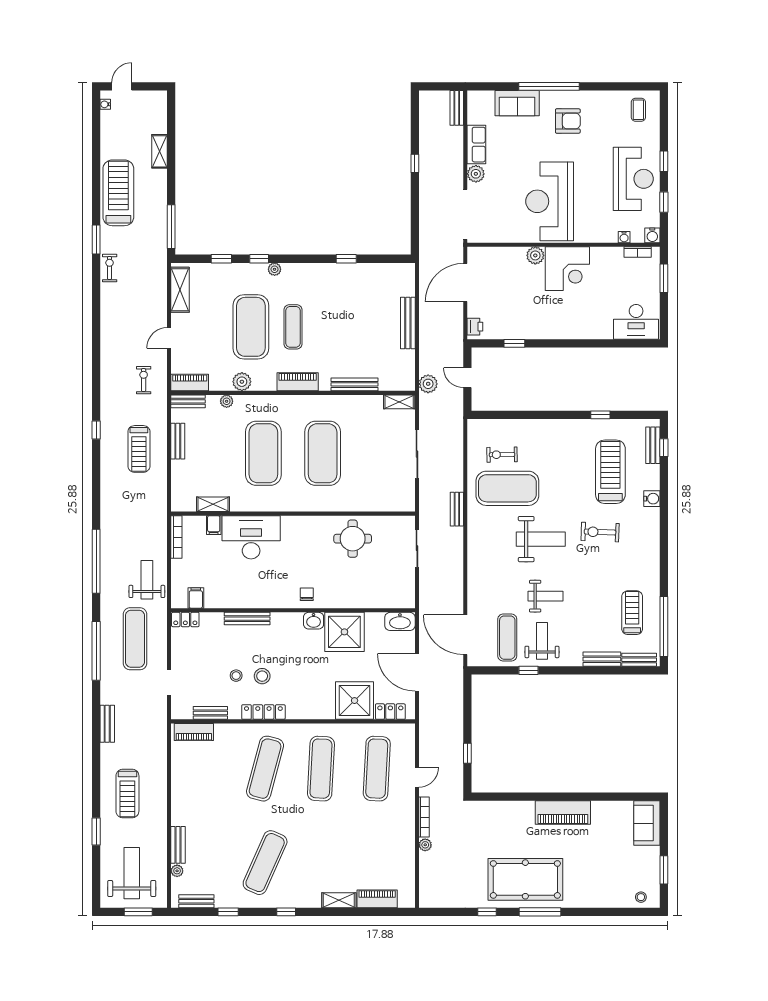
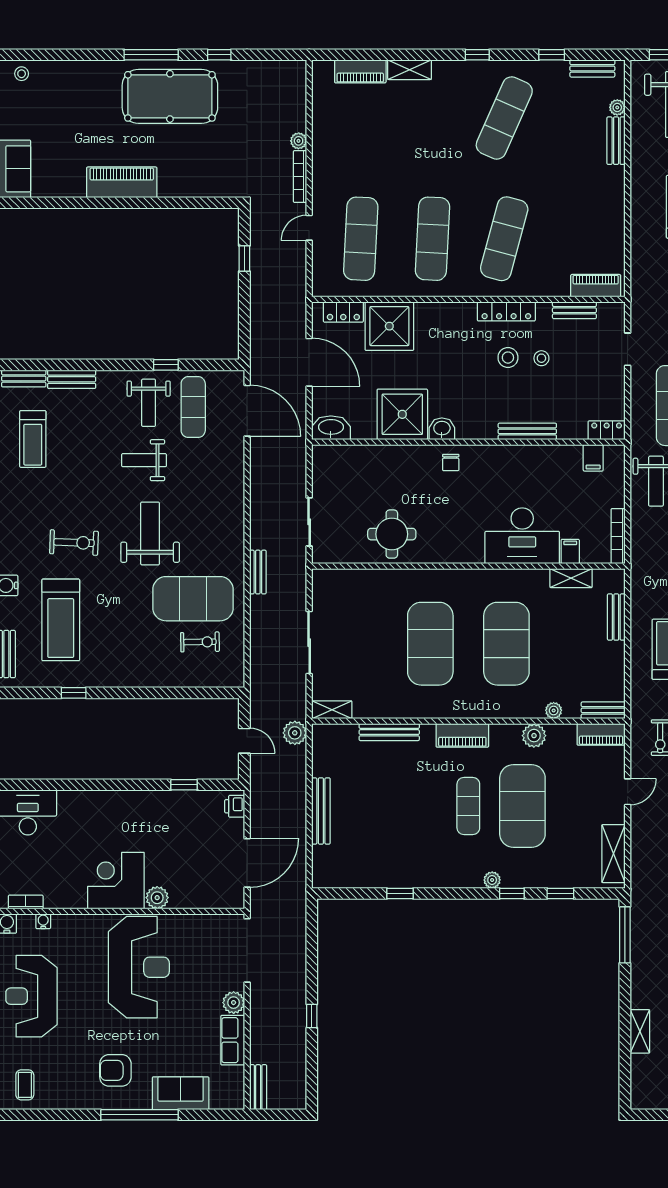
bench: (178, 441) -> (616, 617), moved
weight bench: (541, 539) -> (150, 533), turned 90

